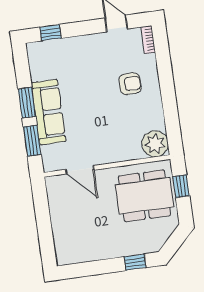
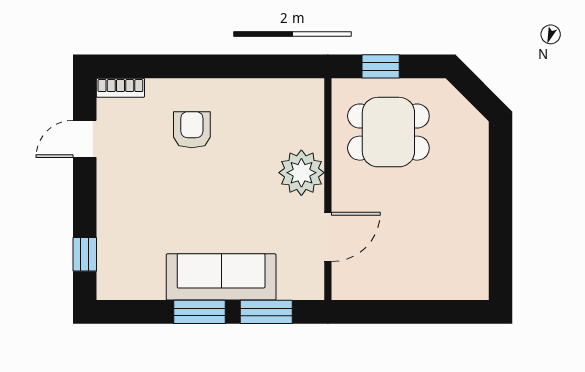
plant: (155, 144) -> (301, 173), moved
dining table: (144, 196) -> (388, 132), width x0.73
window: (135, 262) -> (500, 164), removed

